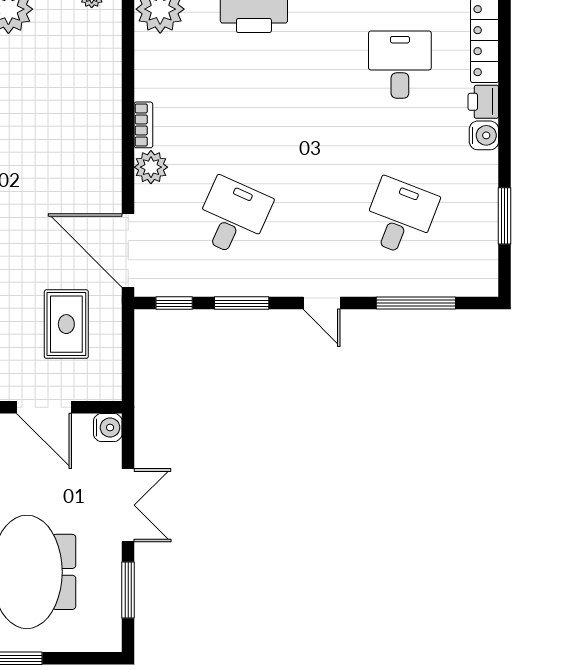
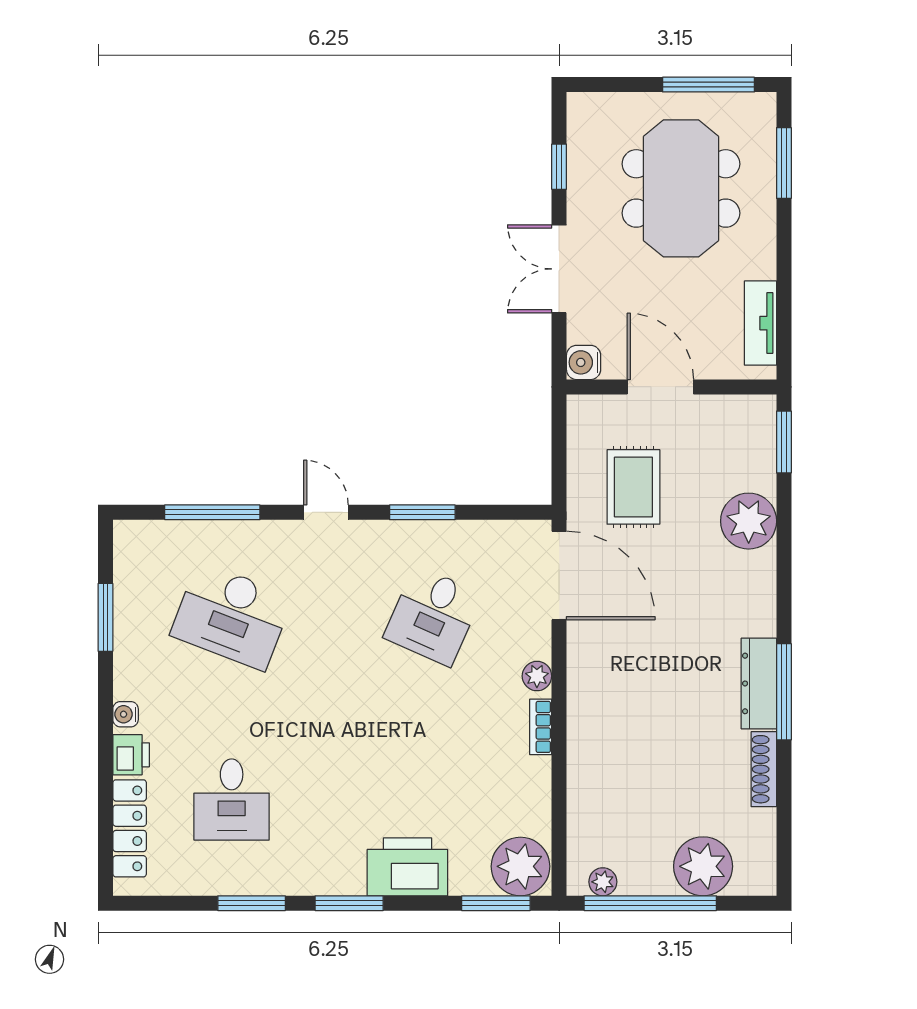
water cooler: (484, 135) -> (126, 714), width x0.72, depth x0.72
plant: (151, 167) -> (537, 676), width x0.73, depth x0.73
desk: (400, 217) -> (232, 616), width x1.37
window: (174, 303) -> (504, 512), removed
window: (128, 590) -> (559, 167), width x0.67

